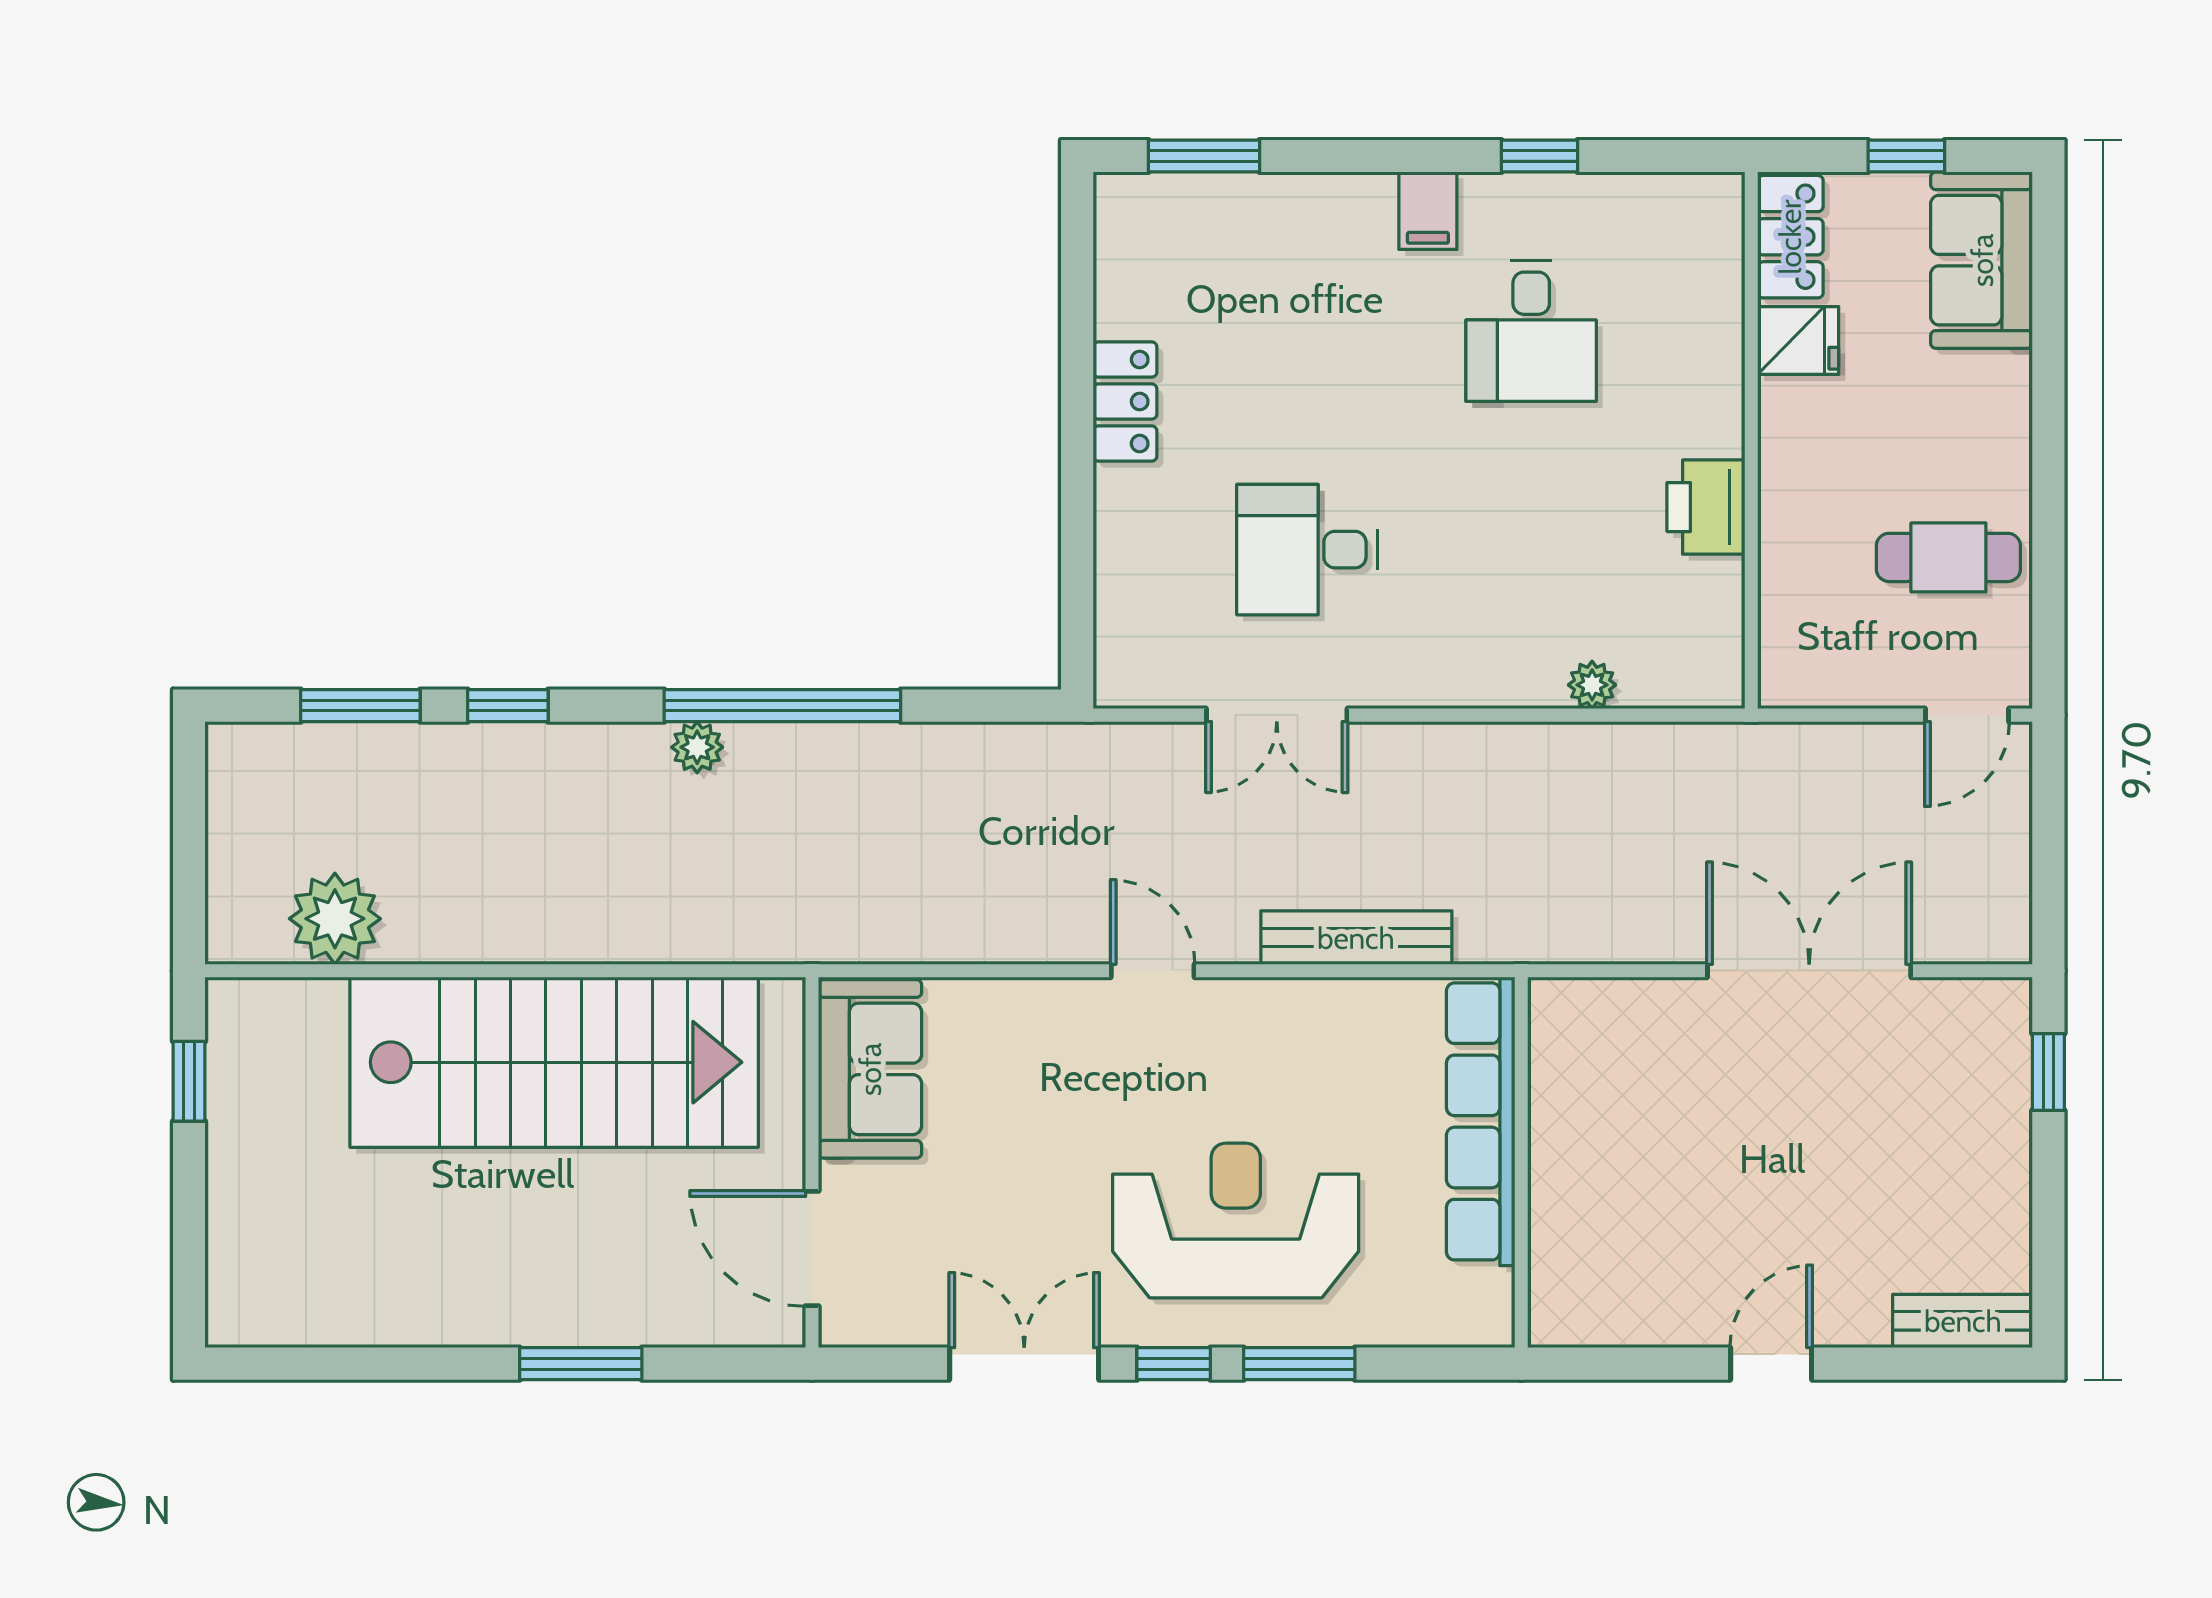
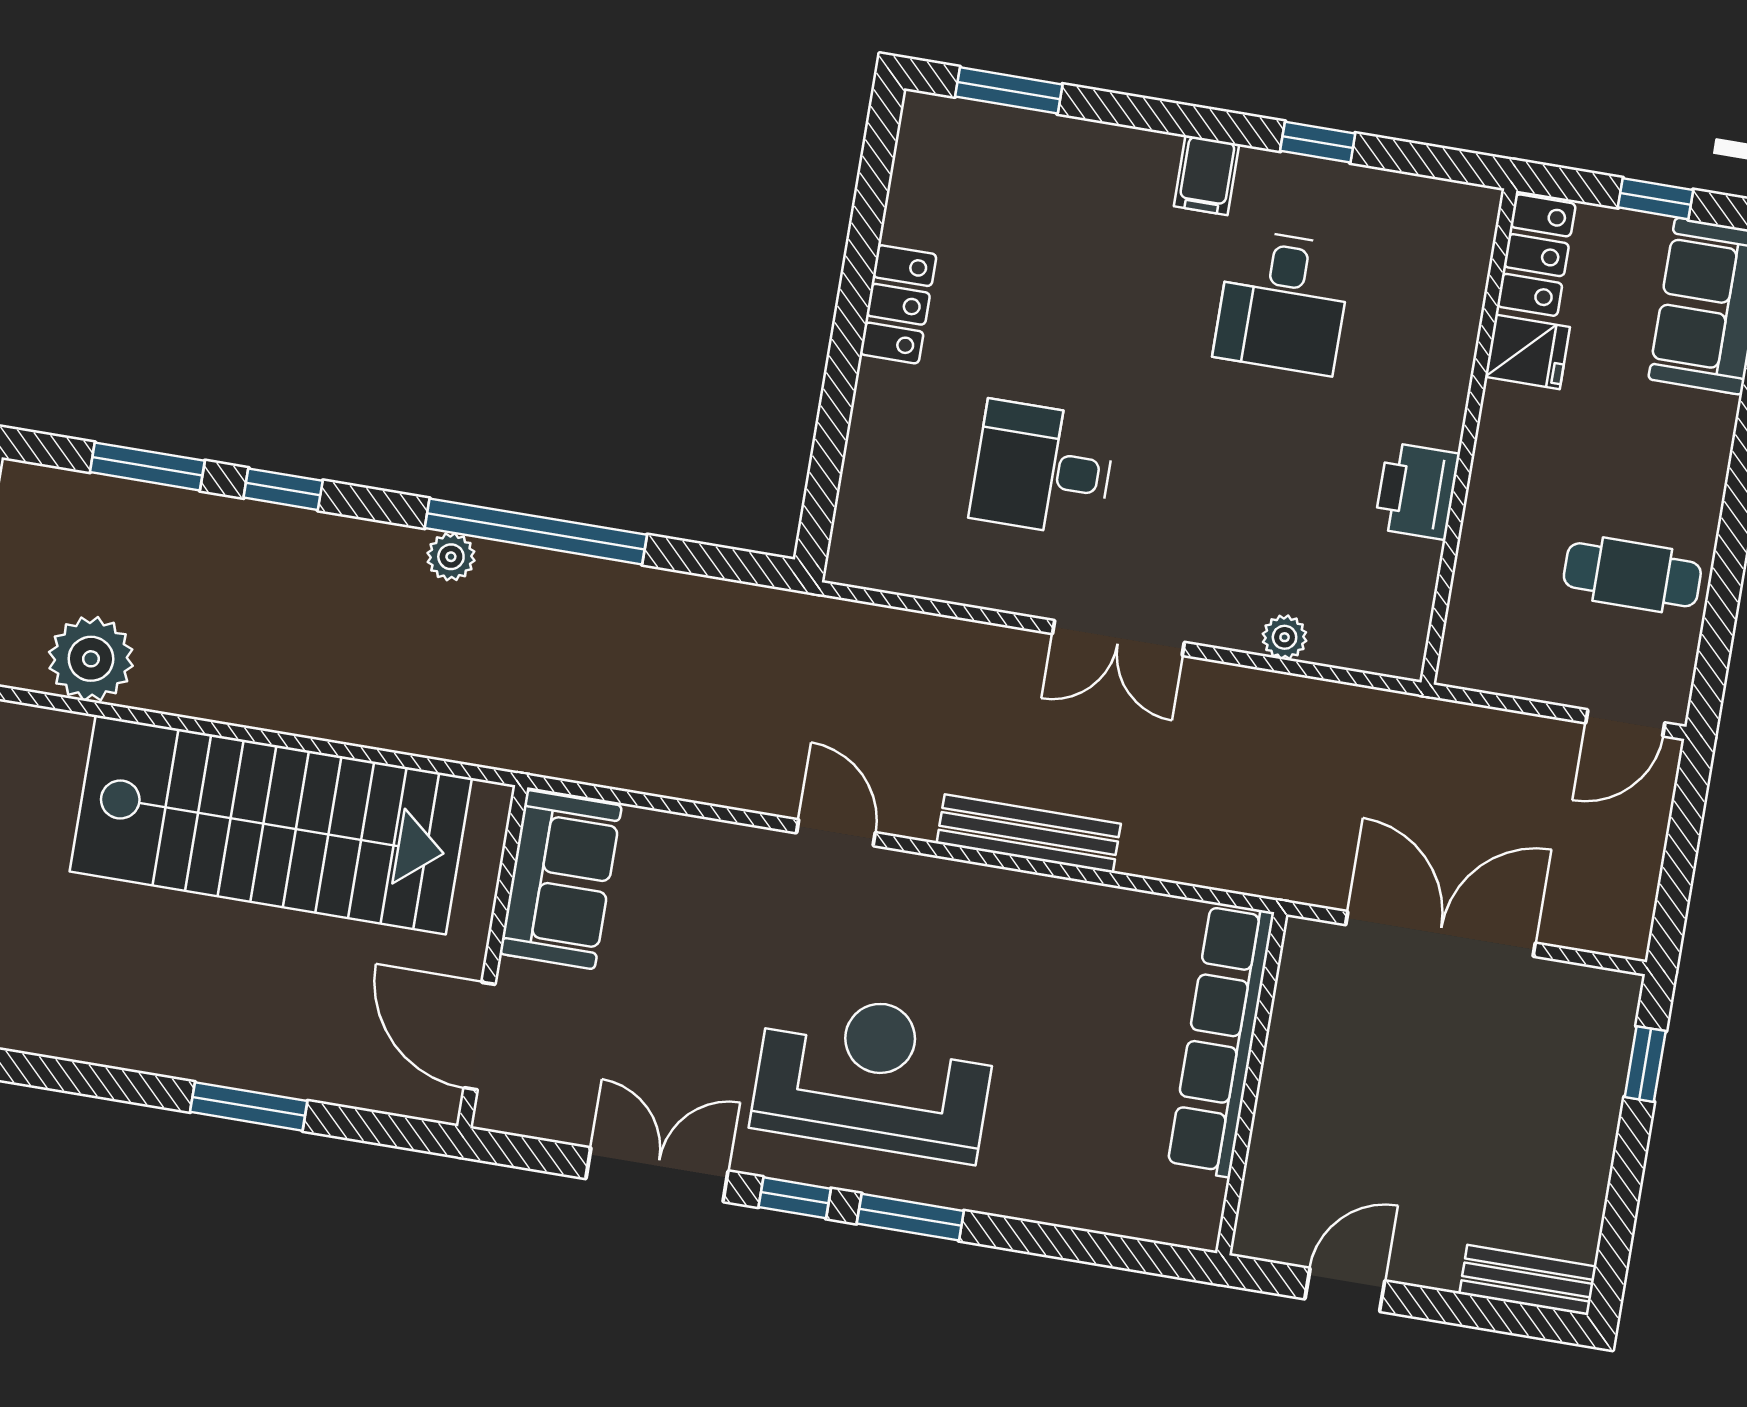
double door: (1277, 715) -> (1118, 638), moved
row of seats: (1481, 1121) -> (1221, 1040), moved
wall: (1521, 1162) -> (1252, 1084), moved

